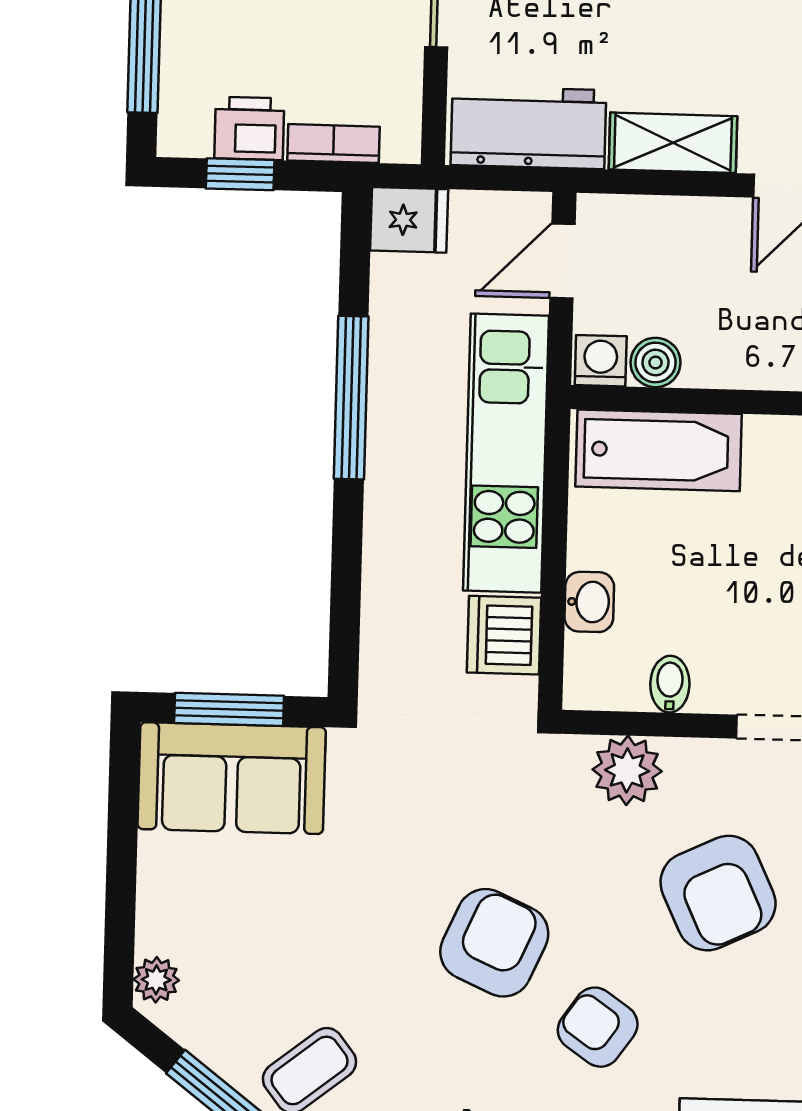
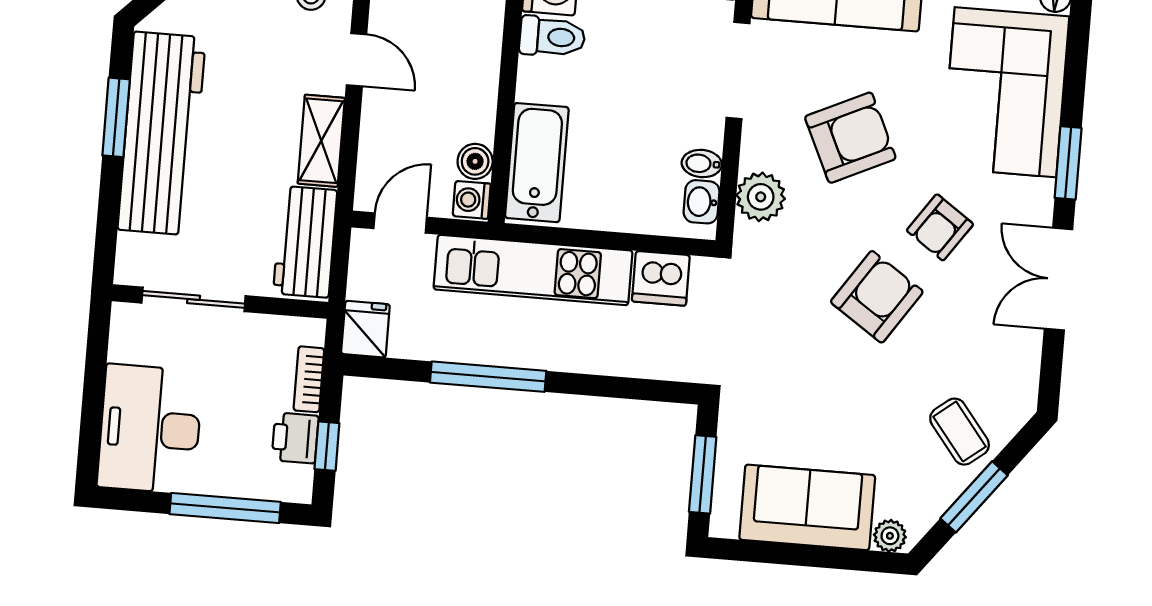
door: (562, 261) -> (400, 223), swing flipped
washbasin: (589, 602) -> (702, 202), moved, turned -90
sofa: (232, 778) -> (807, 507), moved, turned -90
armchair: (494, 943) -> (877, 297), turned 100

